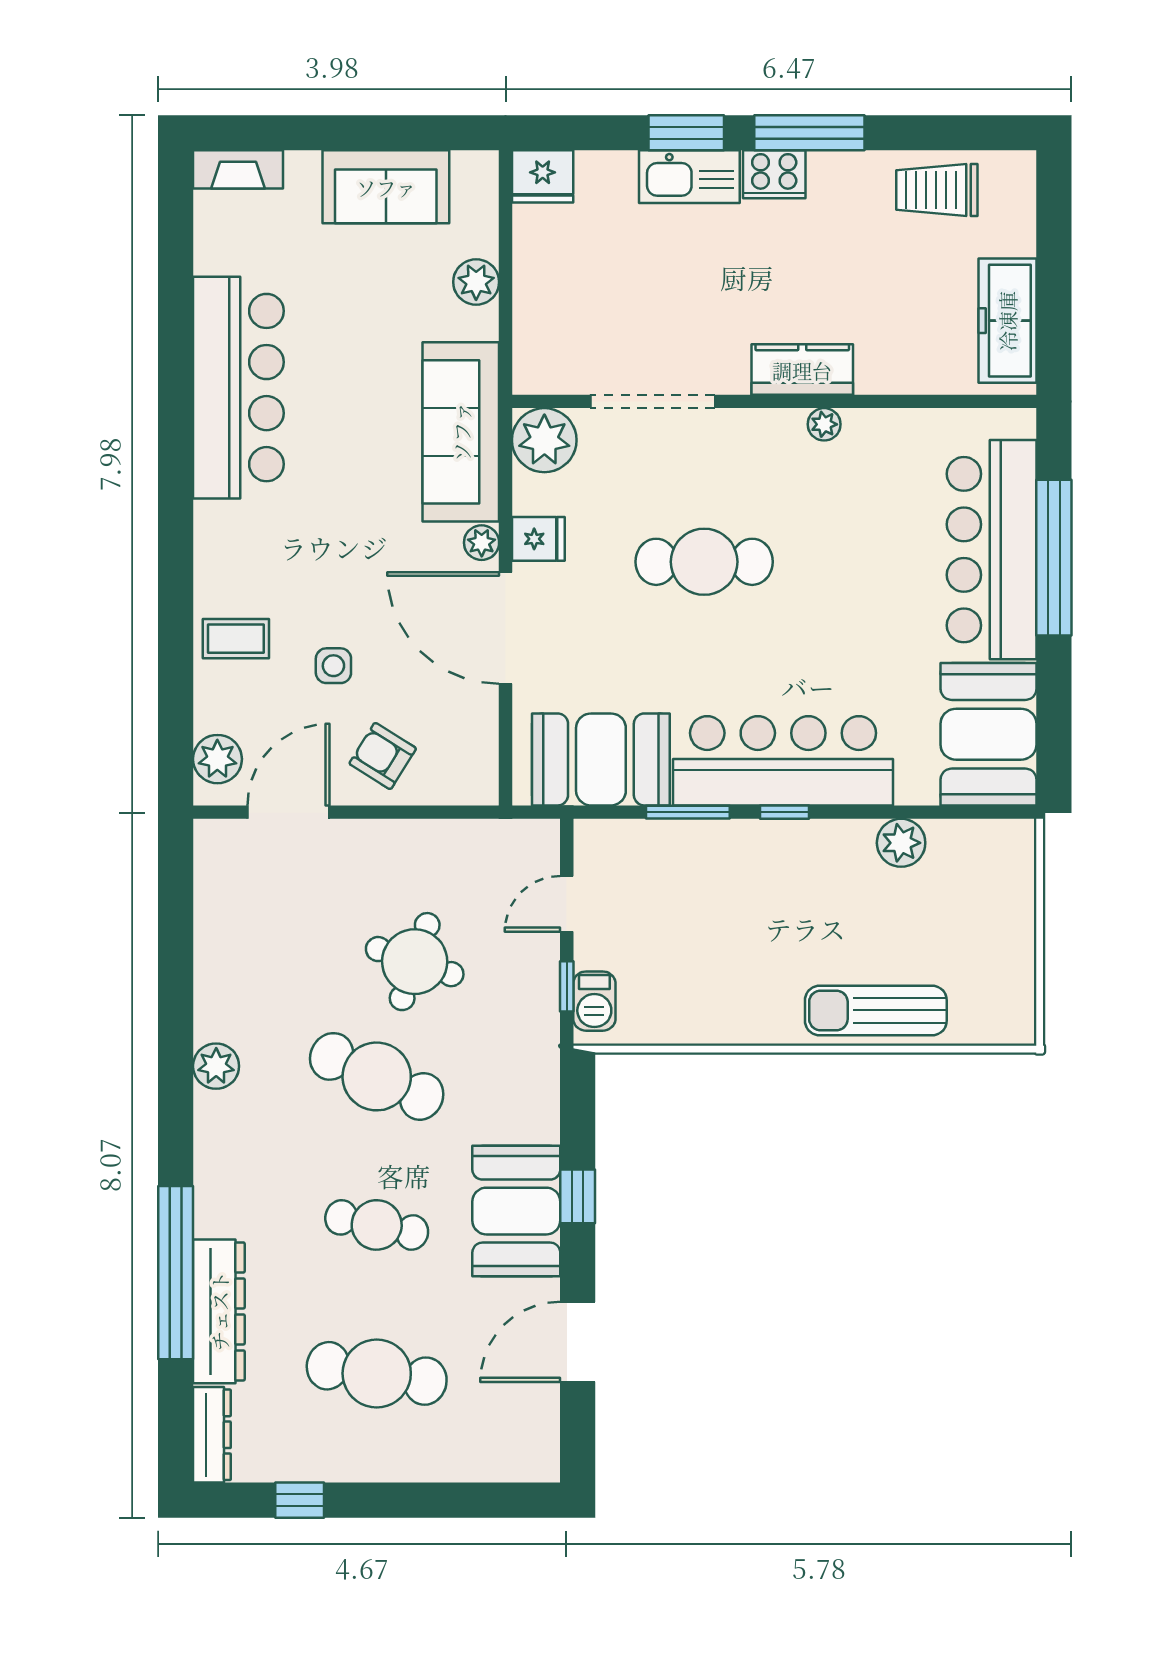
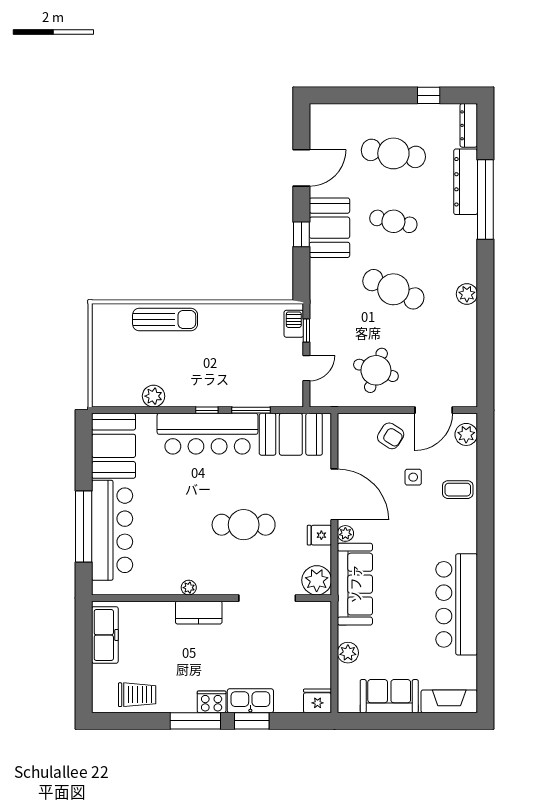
fireplace: (238, 169) -> (449, 701), width x1.37, depth x1.32
round table: (415, 962) -> (376, 370), moved

